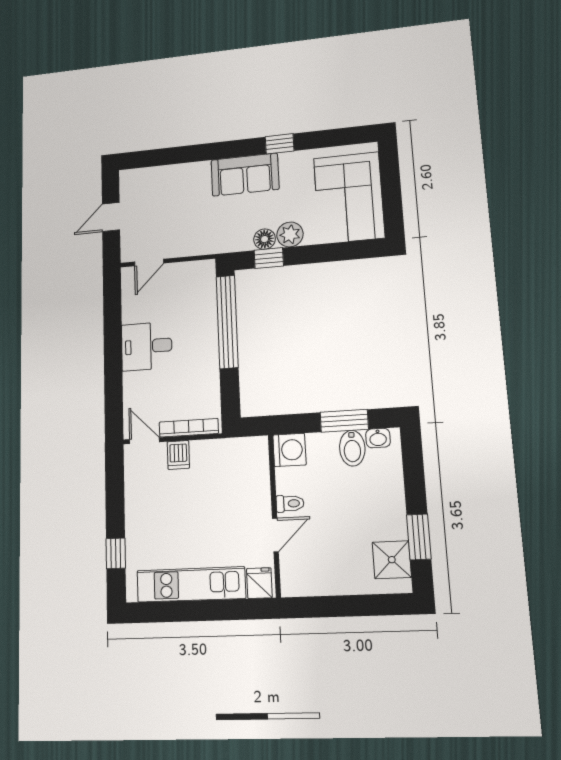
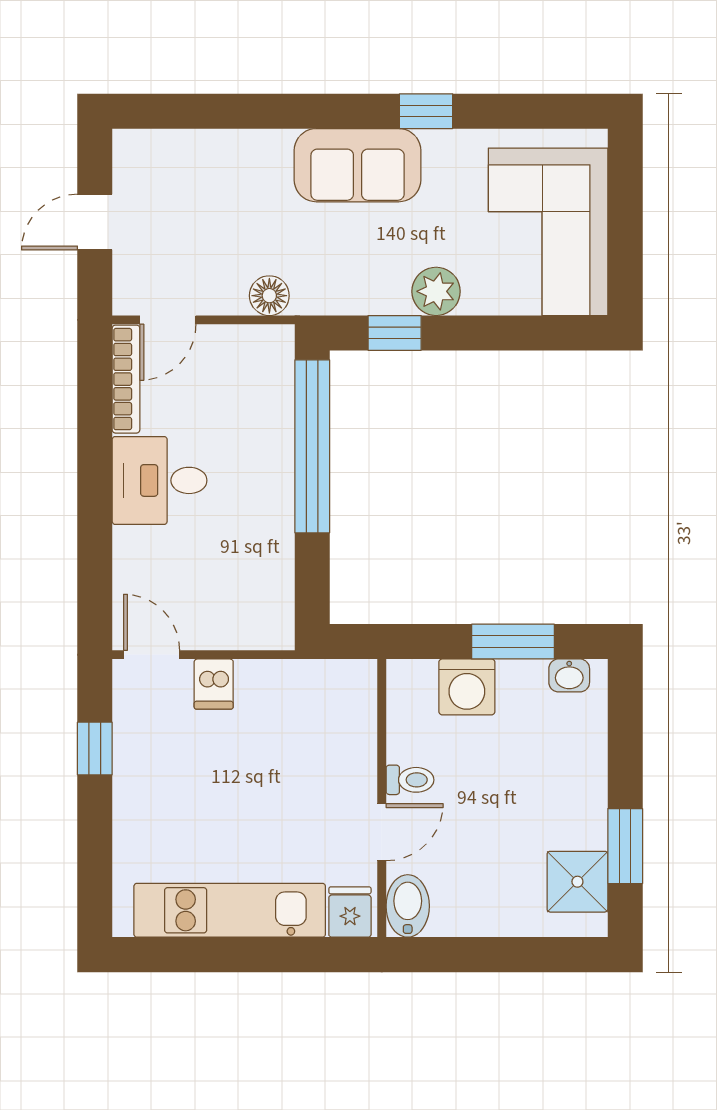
floor lamp: (265, 239) -> (269, 296), moved
bookcase: (189, 428) -> (126, 379), moved, turned 90
bidet: (352, 448) -> (408, 906), moved, turned 180
washing machine: (289, 450) -> (467, 687), moved, turned 90
window: (116, 553) -> (95, 748), moved

